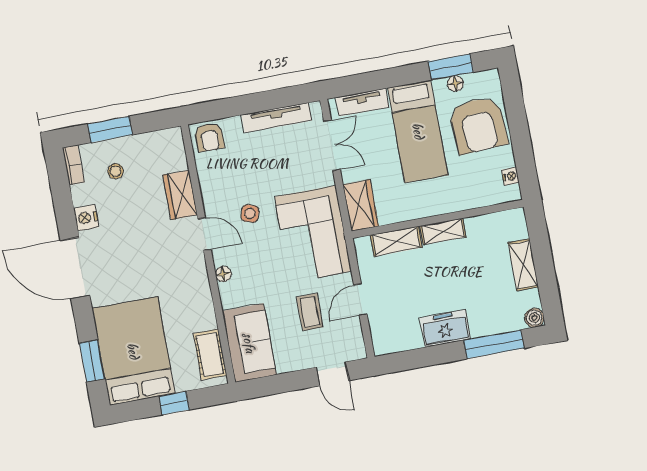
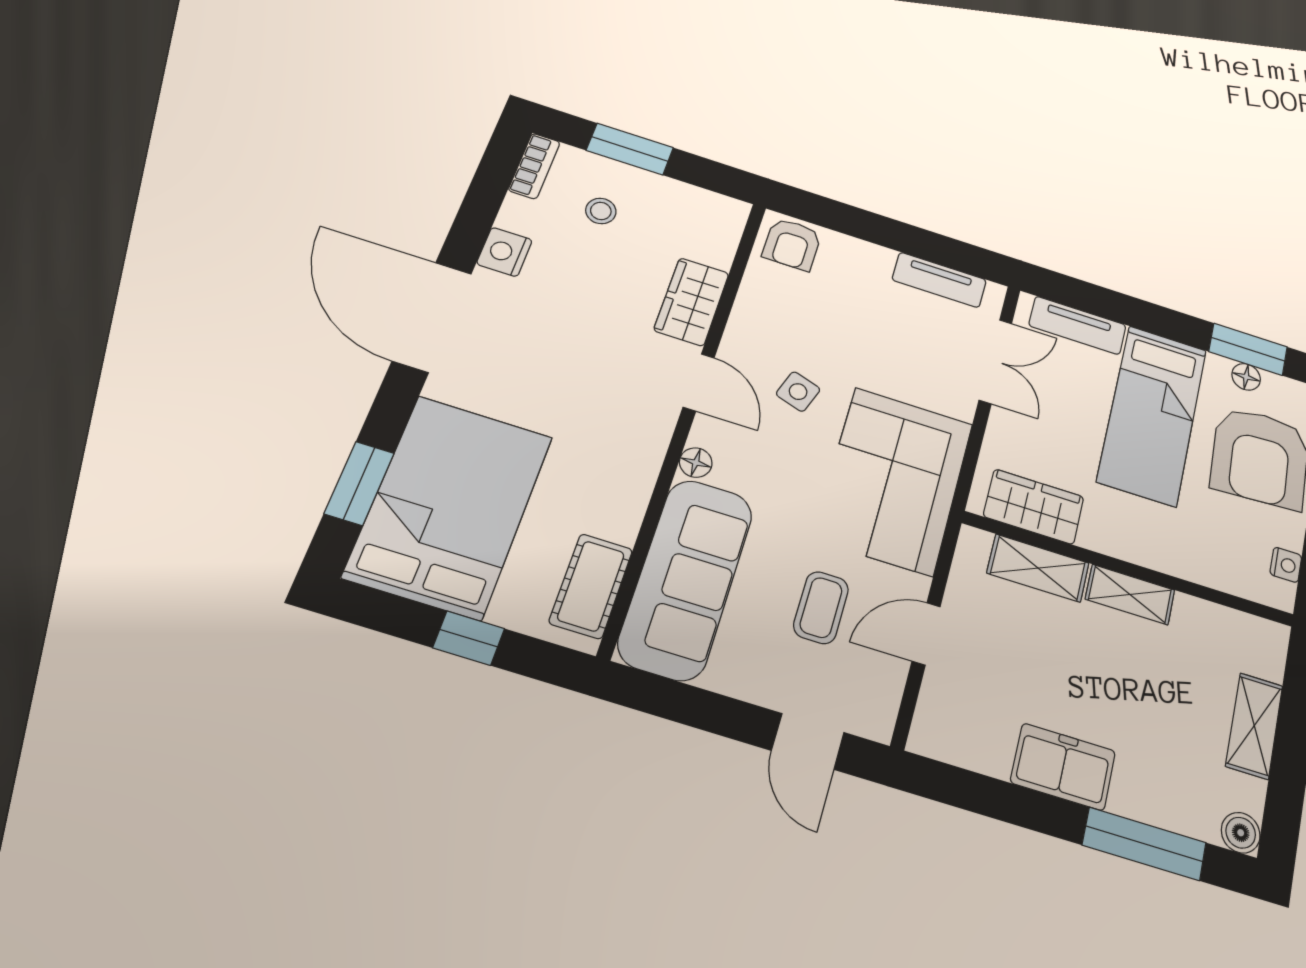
tv unit: (277, 118) -> (939, 280), width x0.71
wardrobe: (361, 205) -> (1034, 507), moved, turned -90
sofa: (249, 343) -> (686, 579), width x1.36

